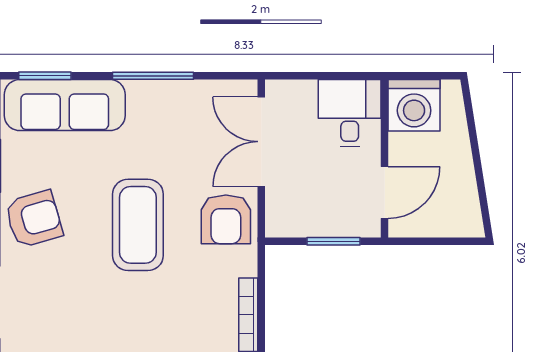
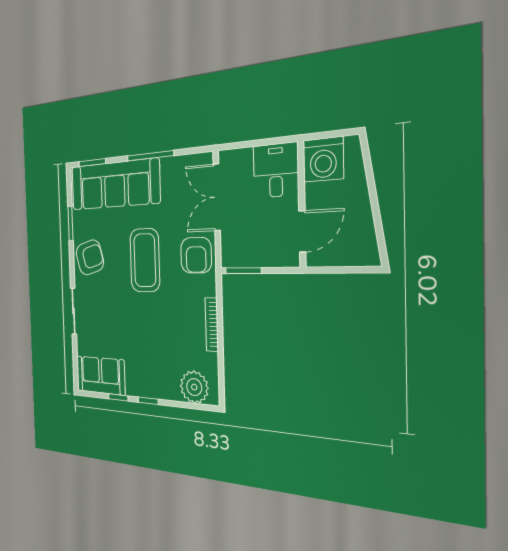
sofa: (65, 105) -> (115, 185), width x1.36, depth x1.27
window: (333, 241) -> (243, 271), moved

